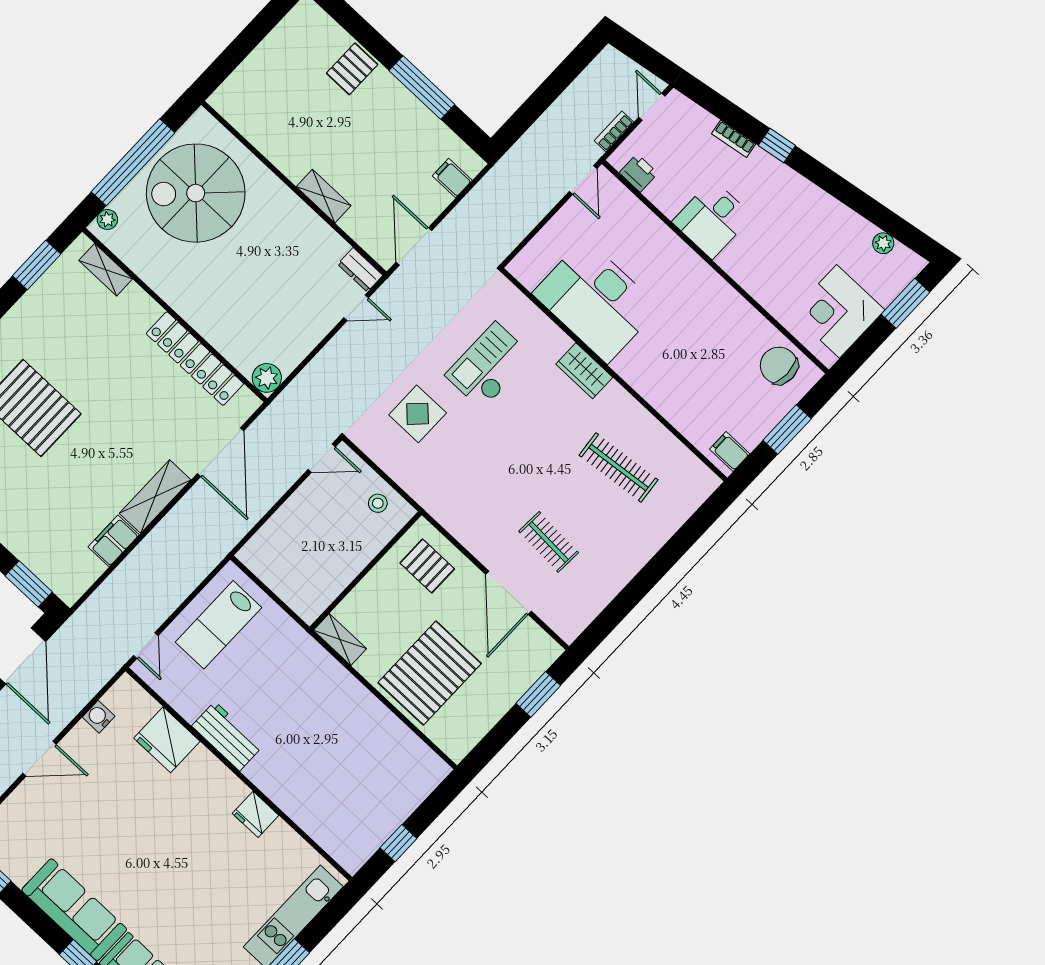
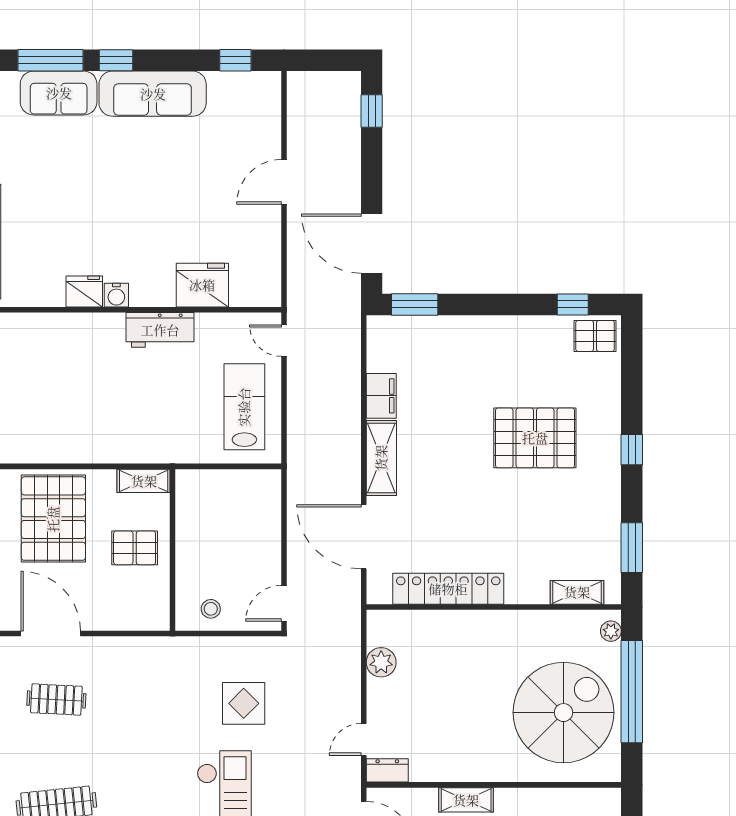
plant: (267, 378) -> (381, 662), moved
pallet: (427, 566) -> (135, 548), moved
water cooler: (99, 717) -> (116, 295), moved, turned 90

